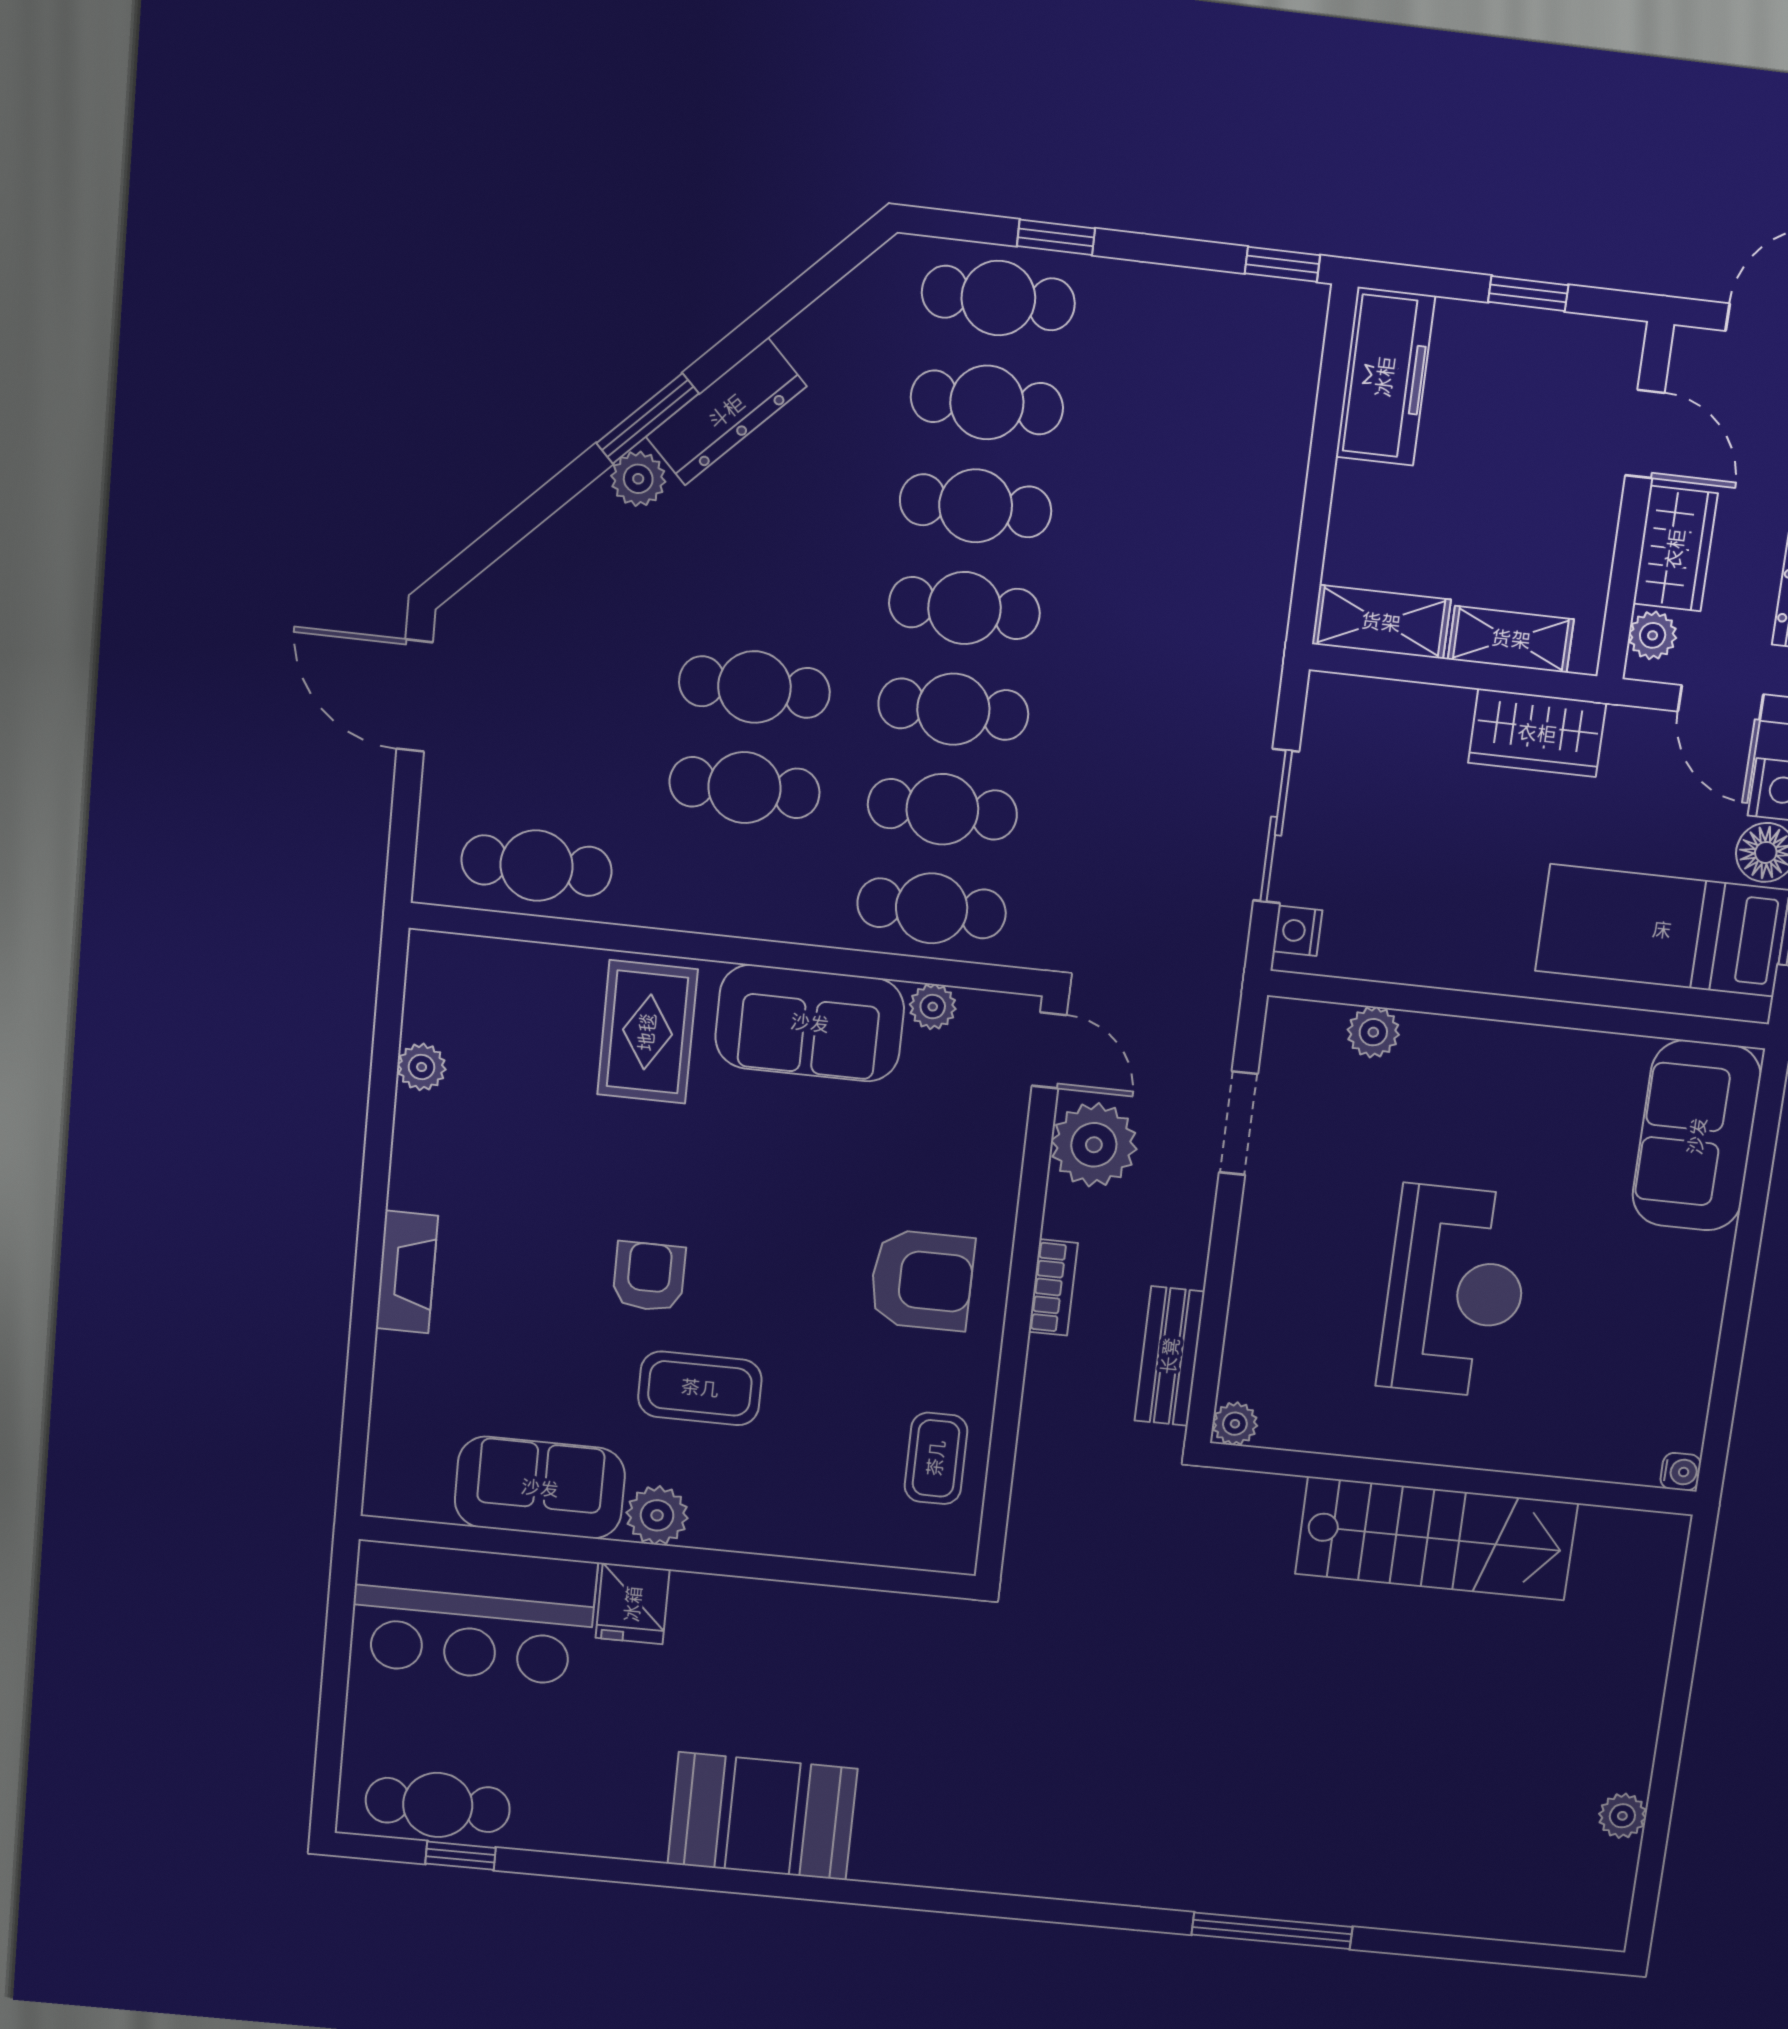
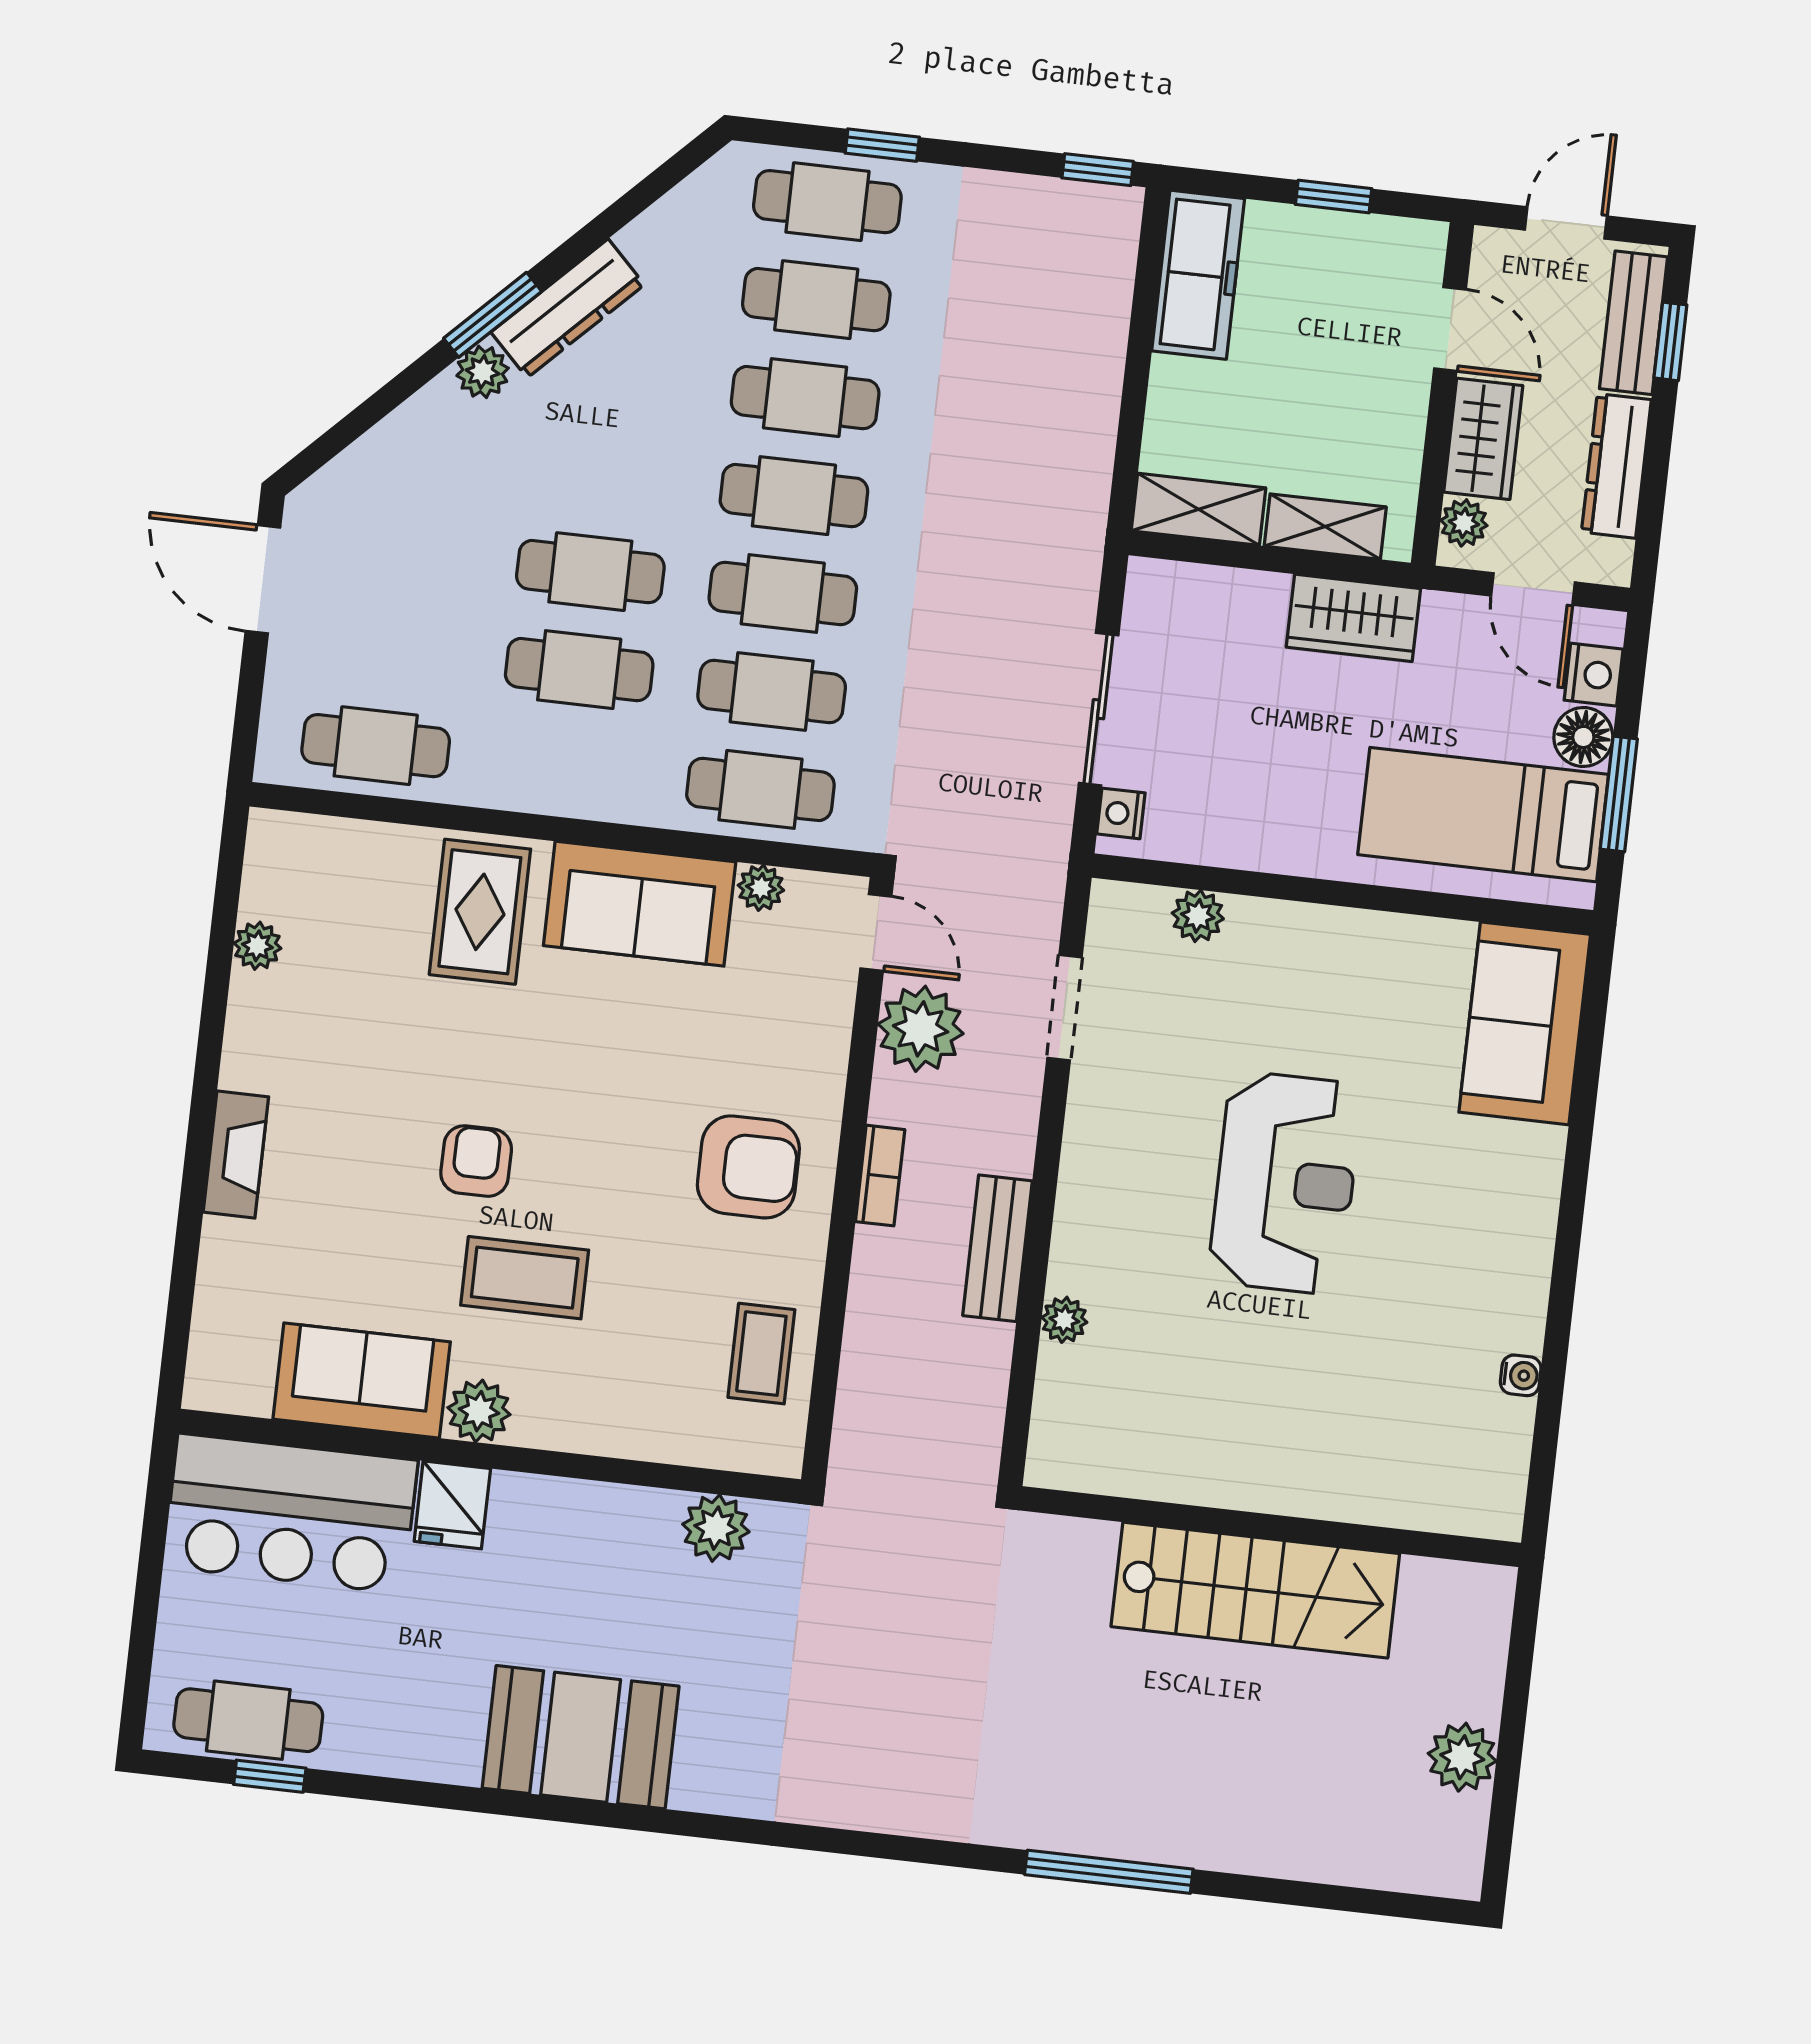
wall: (1453, 1479) -> (1270, 1527), moved
stairs: (1437, 1538) -> (1255, 1590), moved
plant: (892, 1622) -> (716, 1528), added
plant: (1622, 1816) -> (1462, 1757), width x1.38, depth x1.38

